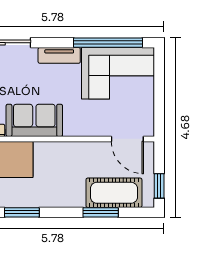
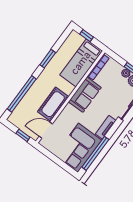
window: (159, 186) -> (23, 135), moved
cot: (114, 193) -> (53, 104), moved
window: (101, 212) -> (22, 94), width x2.11

